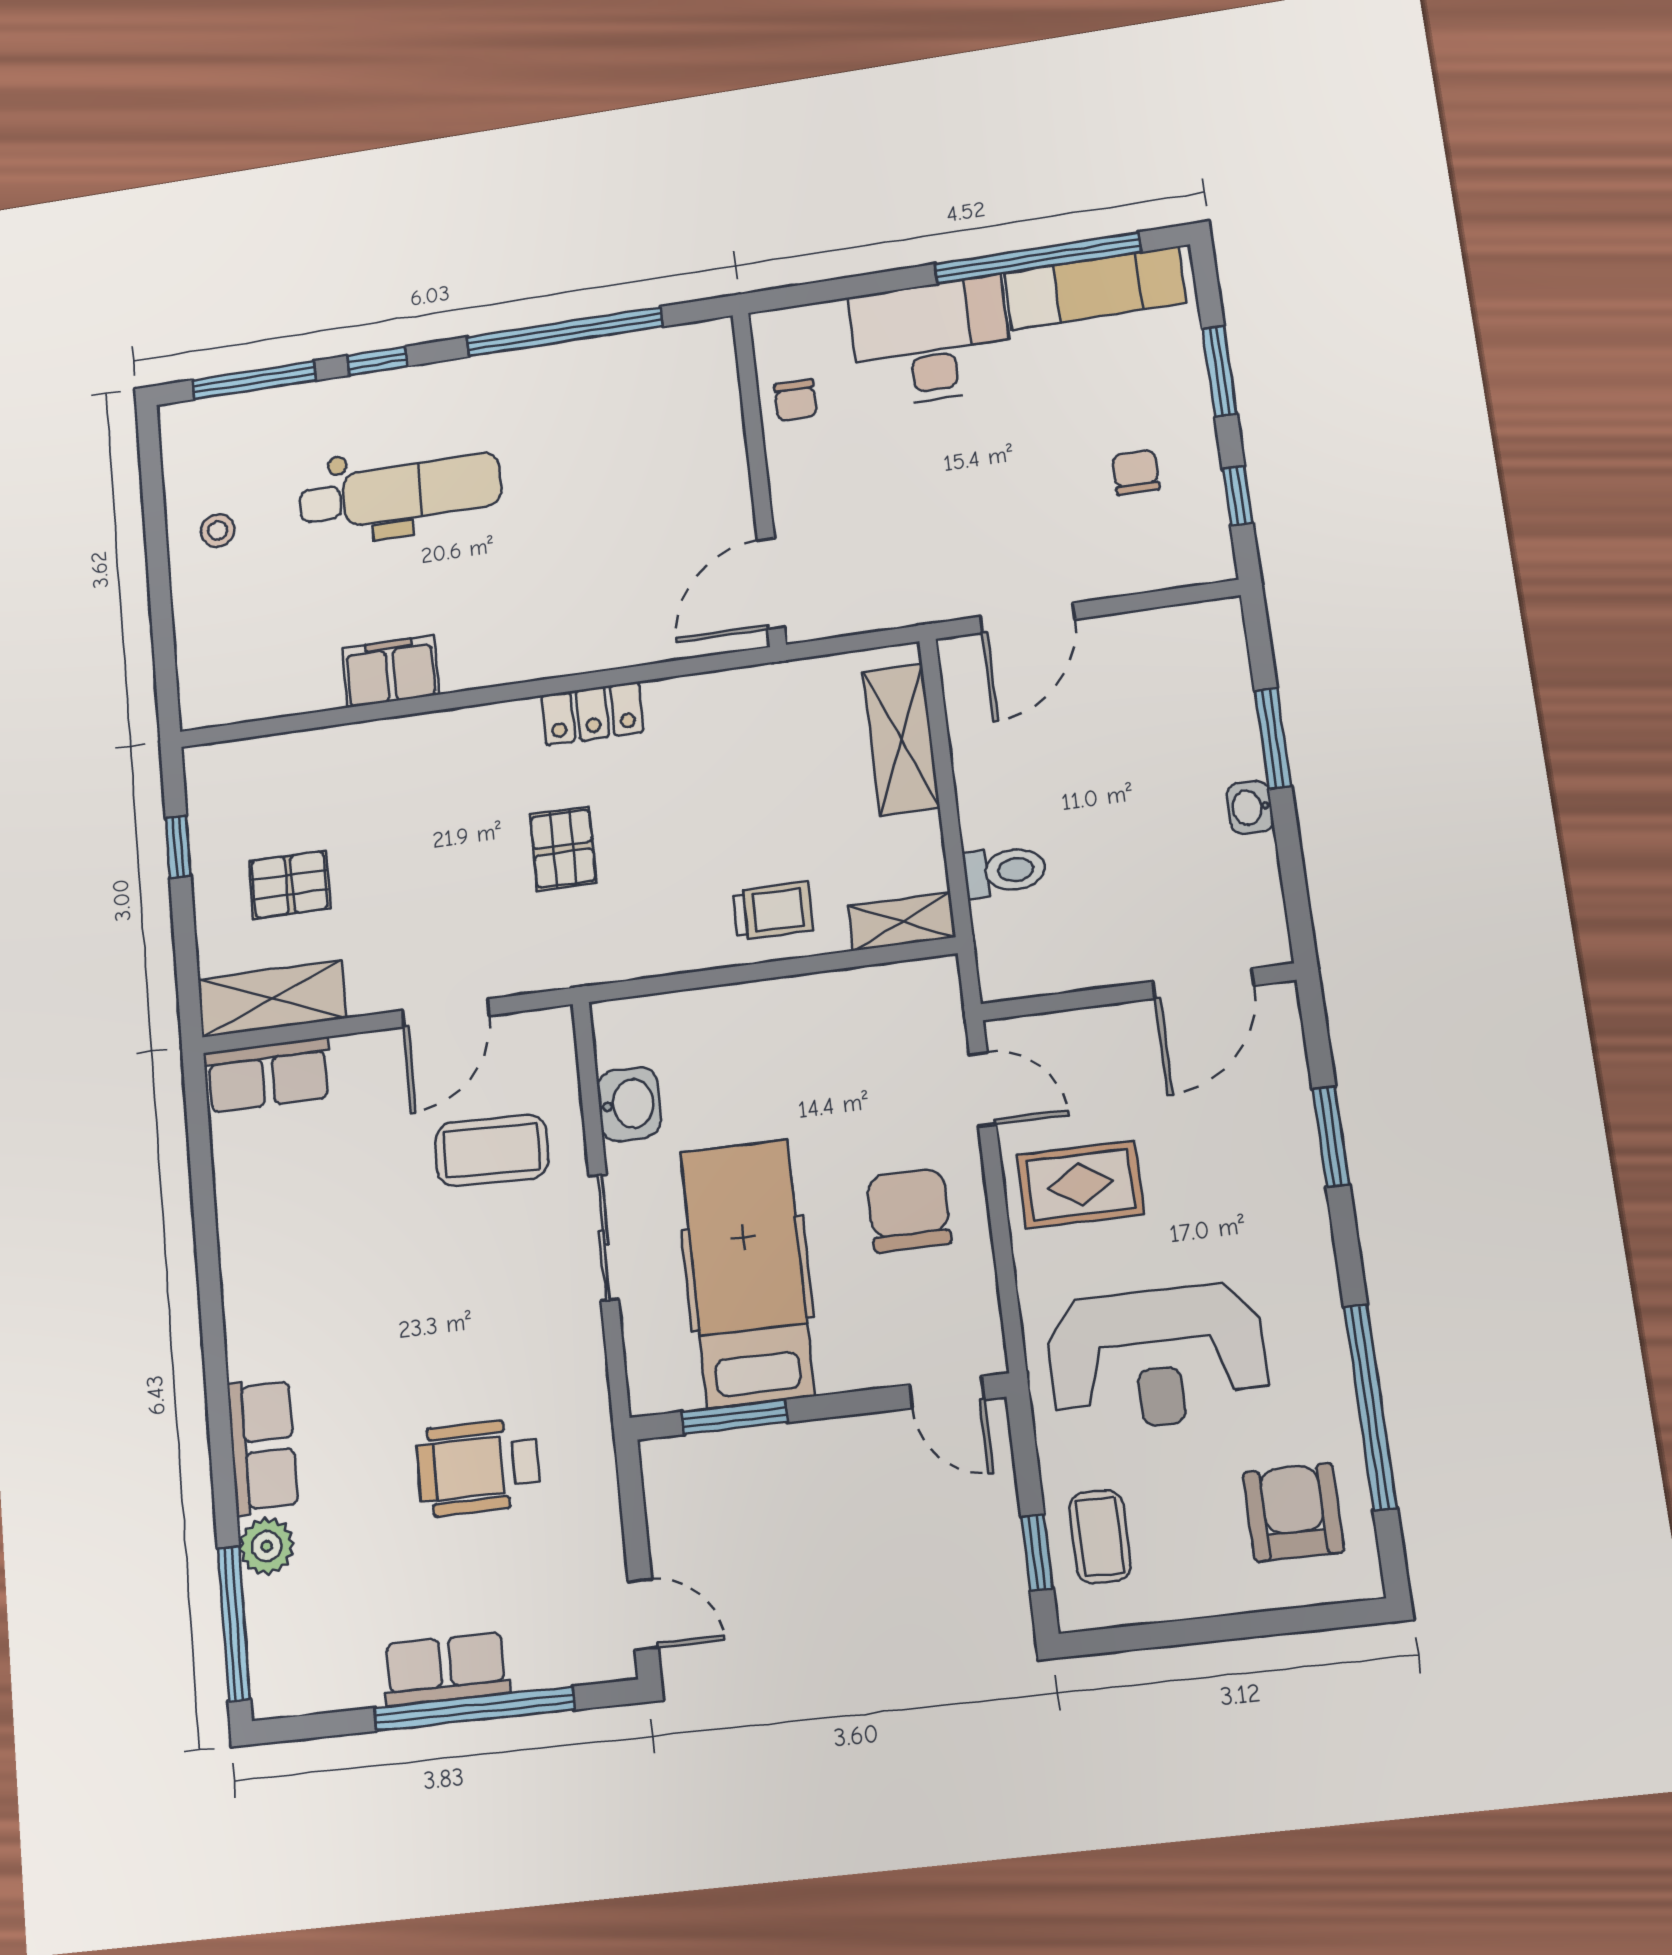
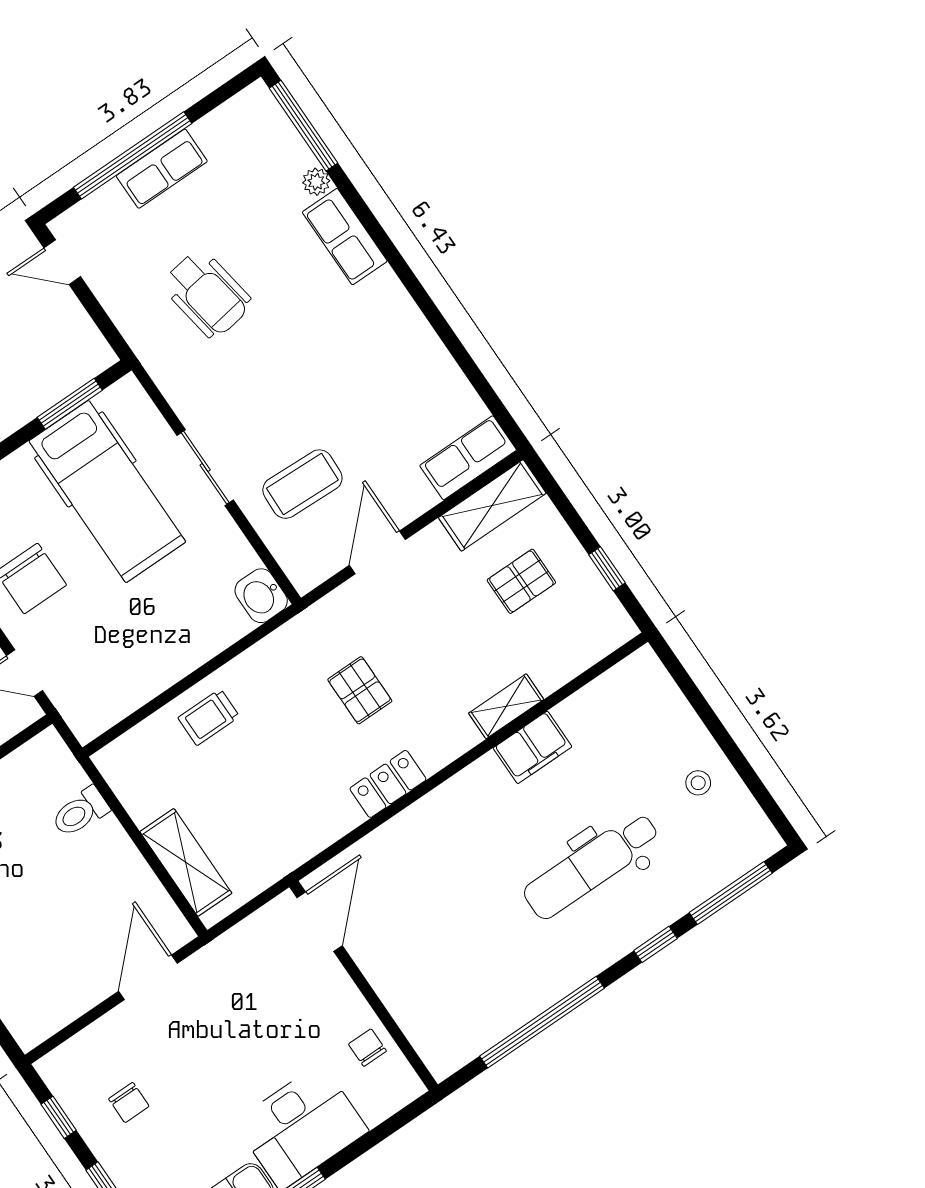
shelving: (902, 921) -> (506, 706), moved
washbasin: (629, 1104) -> (261, 596), moved
wheelchair: (478, 1467) -> (207, 294), turned 81
plant: (267, 1546) -> (316, 182), width x0.73, depth x0.73

